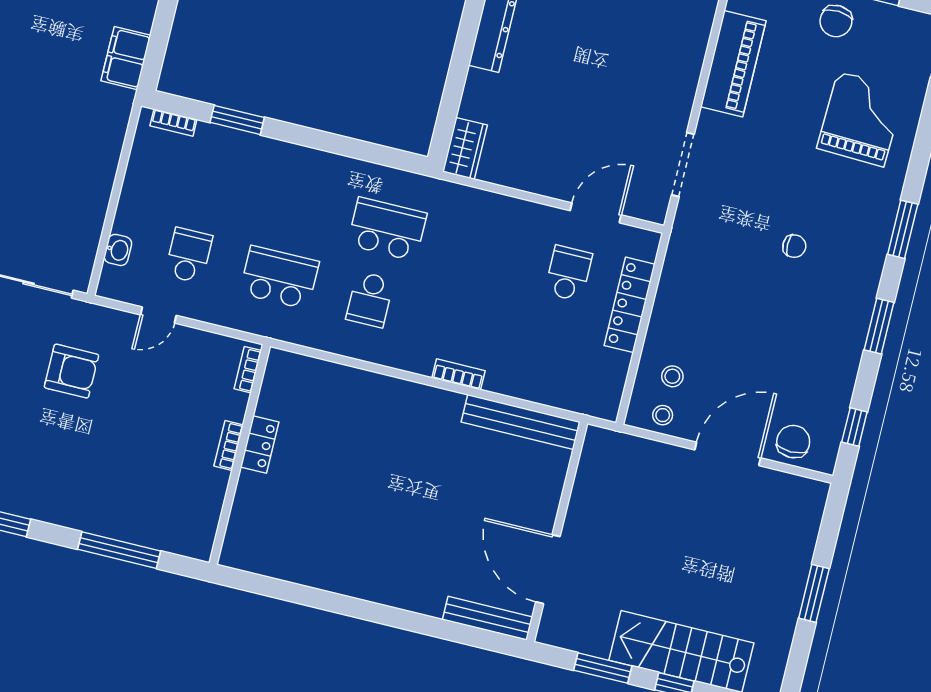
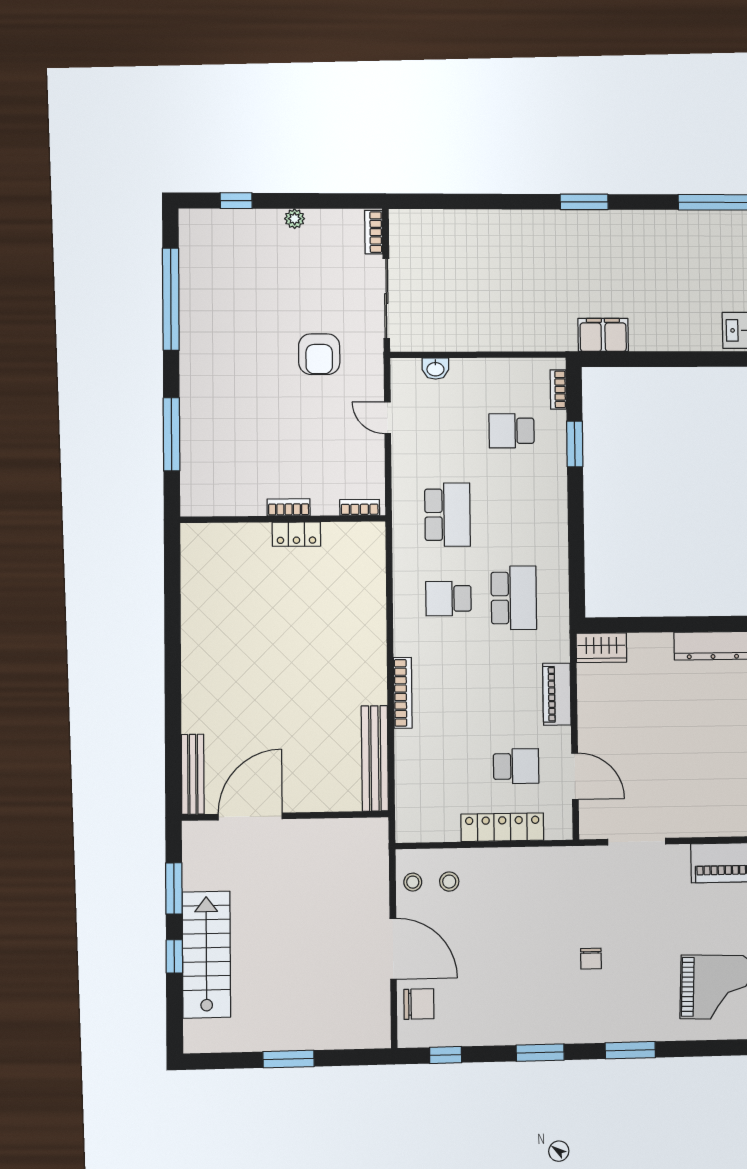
piano: (503, 210) -> (557, 694), added
school desk: (189, 255) -> (512, 431), moved, turned 180
bookcase: (458, 374) -> (403, 693), width x1.56

